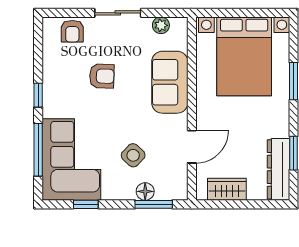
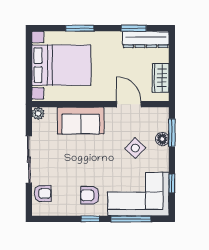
sliding door: (118, 13) -> (29, 160), width x1.37
plant: (161, 25) -> (38, 113), moved
armchair: (102, 76) -> (90, 195), moved, turned -92

